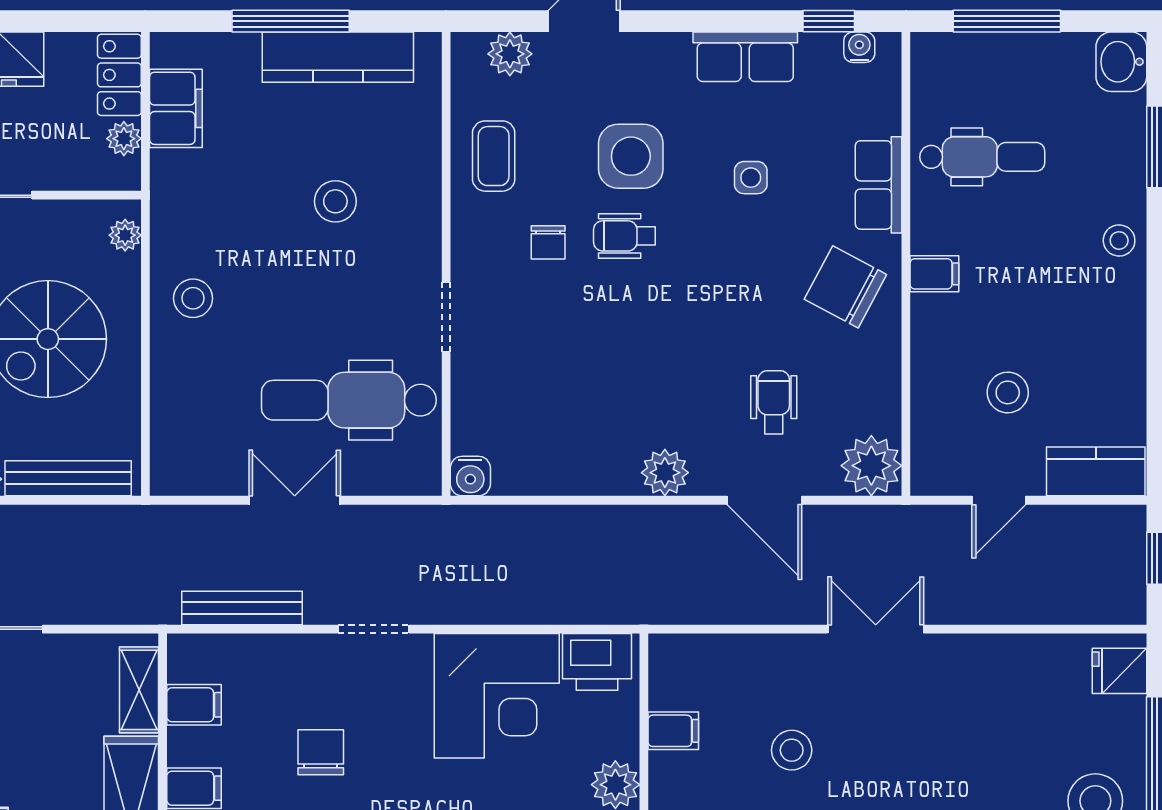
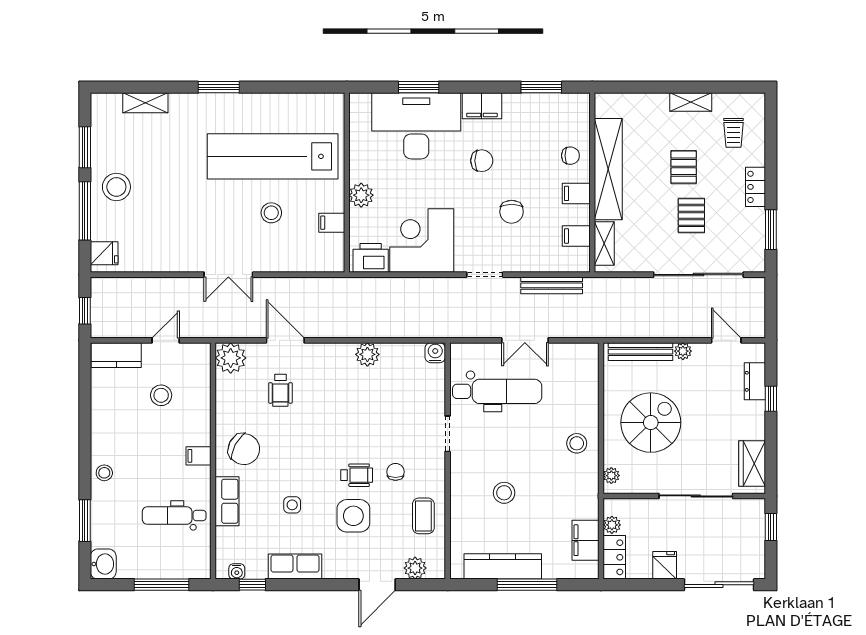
plant: (665, 473) -> (367, 354), moved

